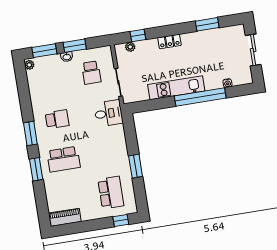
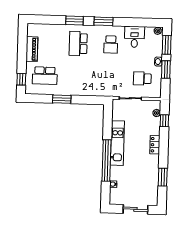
desk: (108, 113) -> (134, 37), moved, turned 180
piano: (65, 217) -> (32, 49), moved

